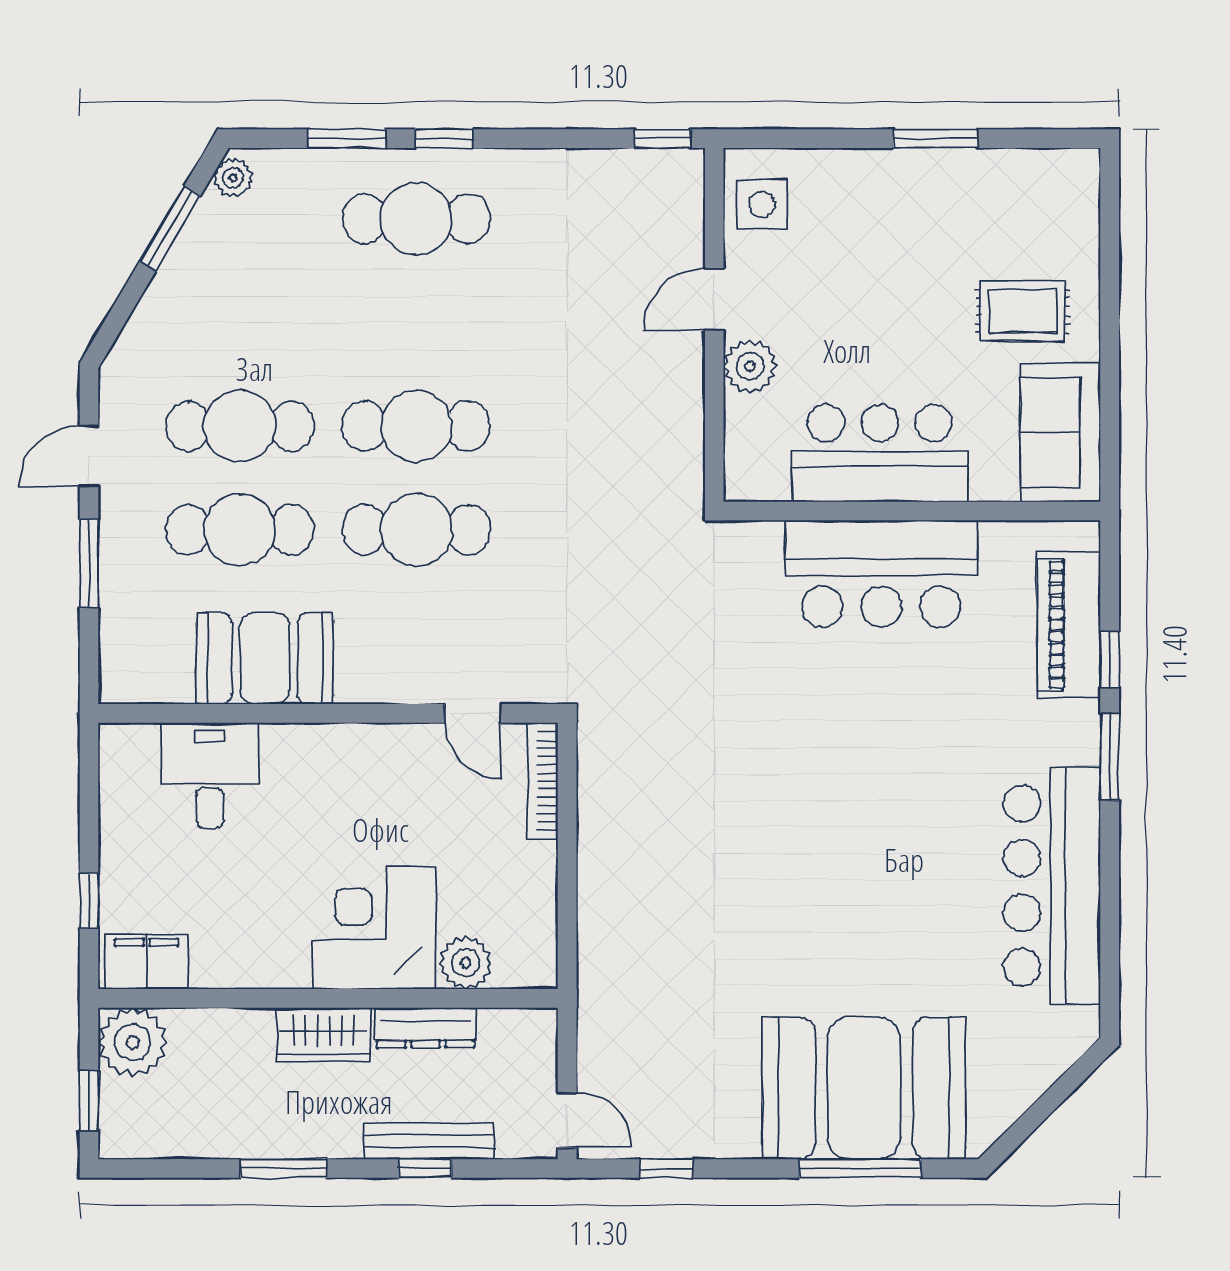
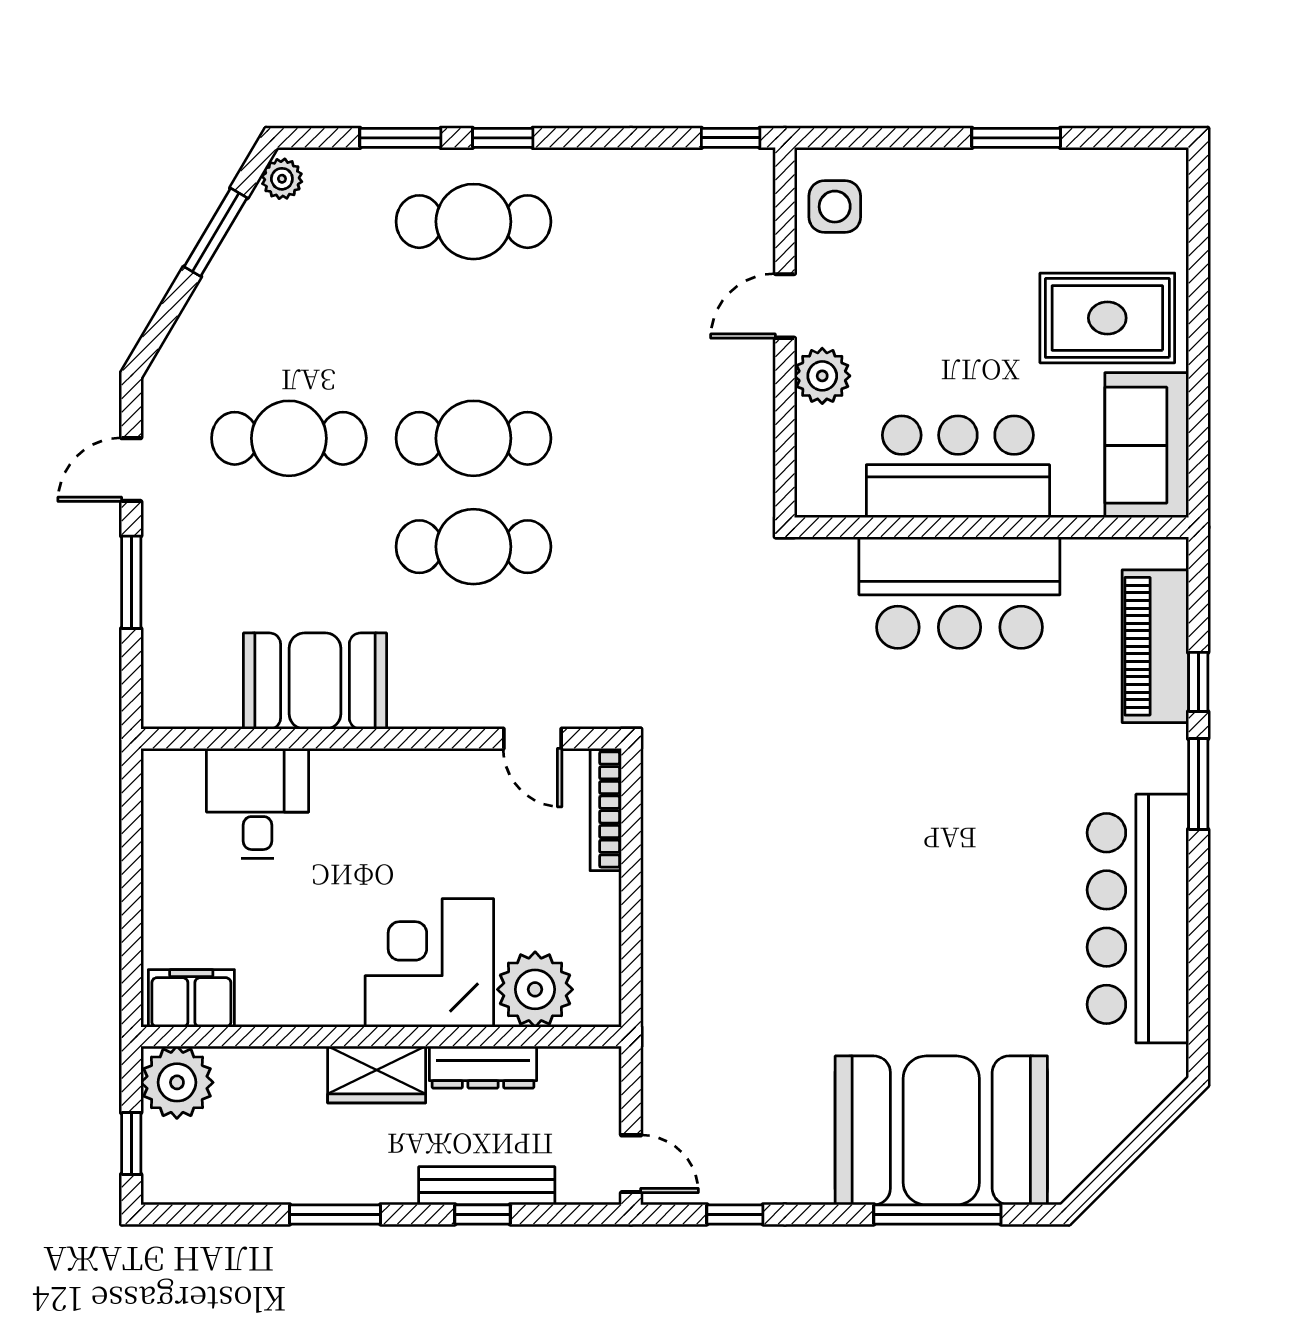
rug: (1023, 311) -> (1107, 318), width x1.36, depth x1.43
cafe table: (240, 530) -> (289, 547), removed
window: (89, 900) -> (131, 934), removed
plant: (466, 963) -> (535, 989), width x1.36, depth x1.36

